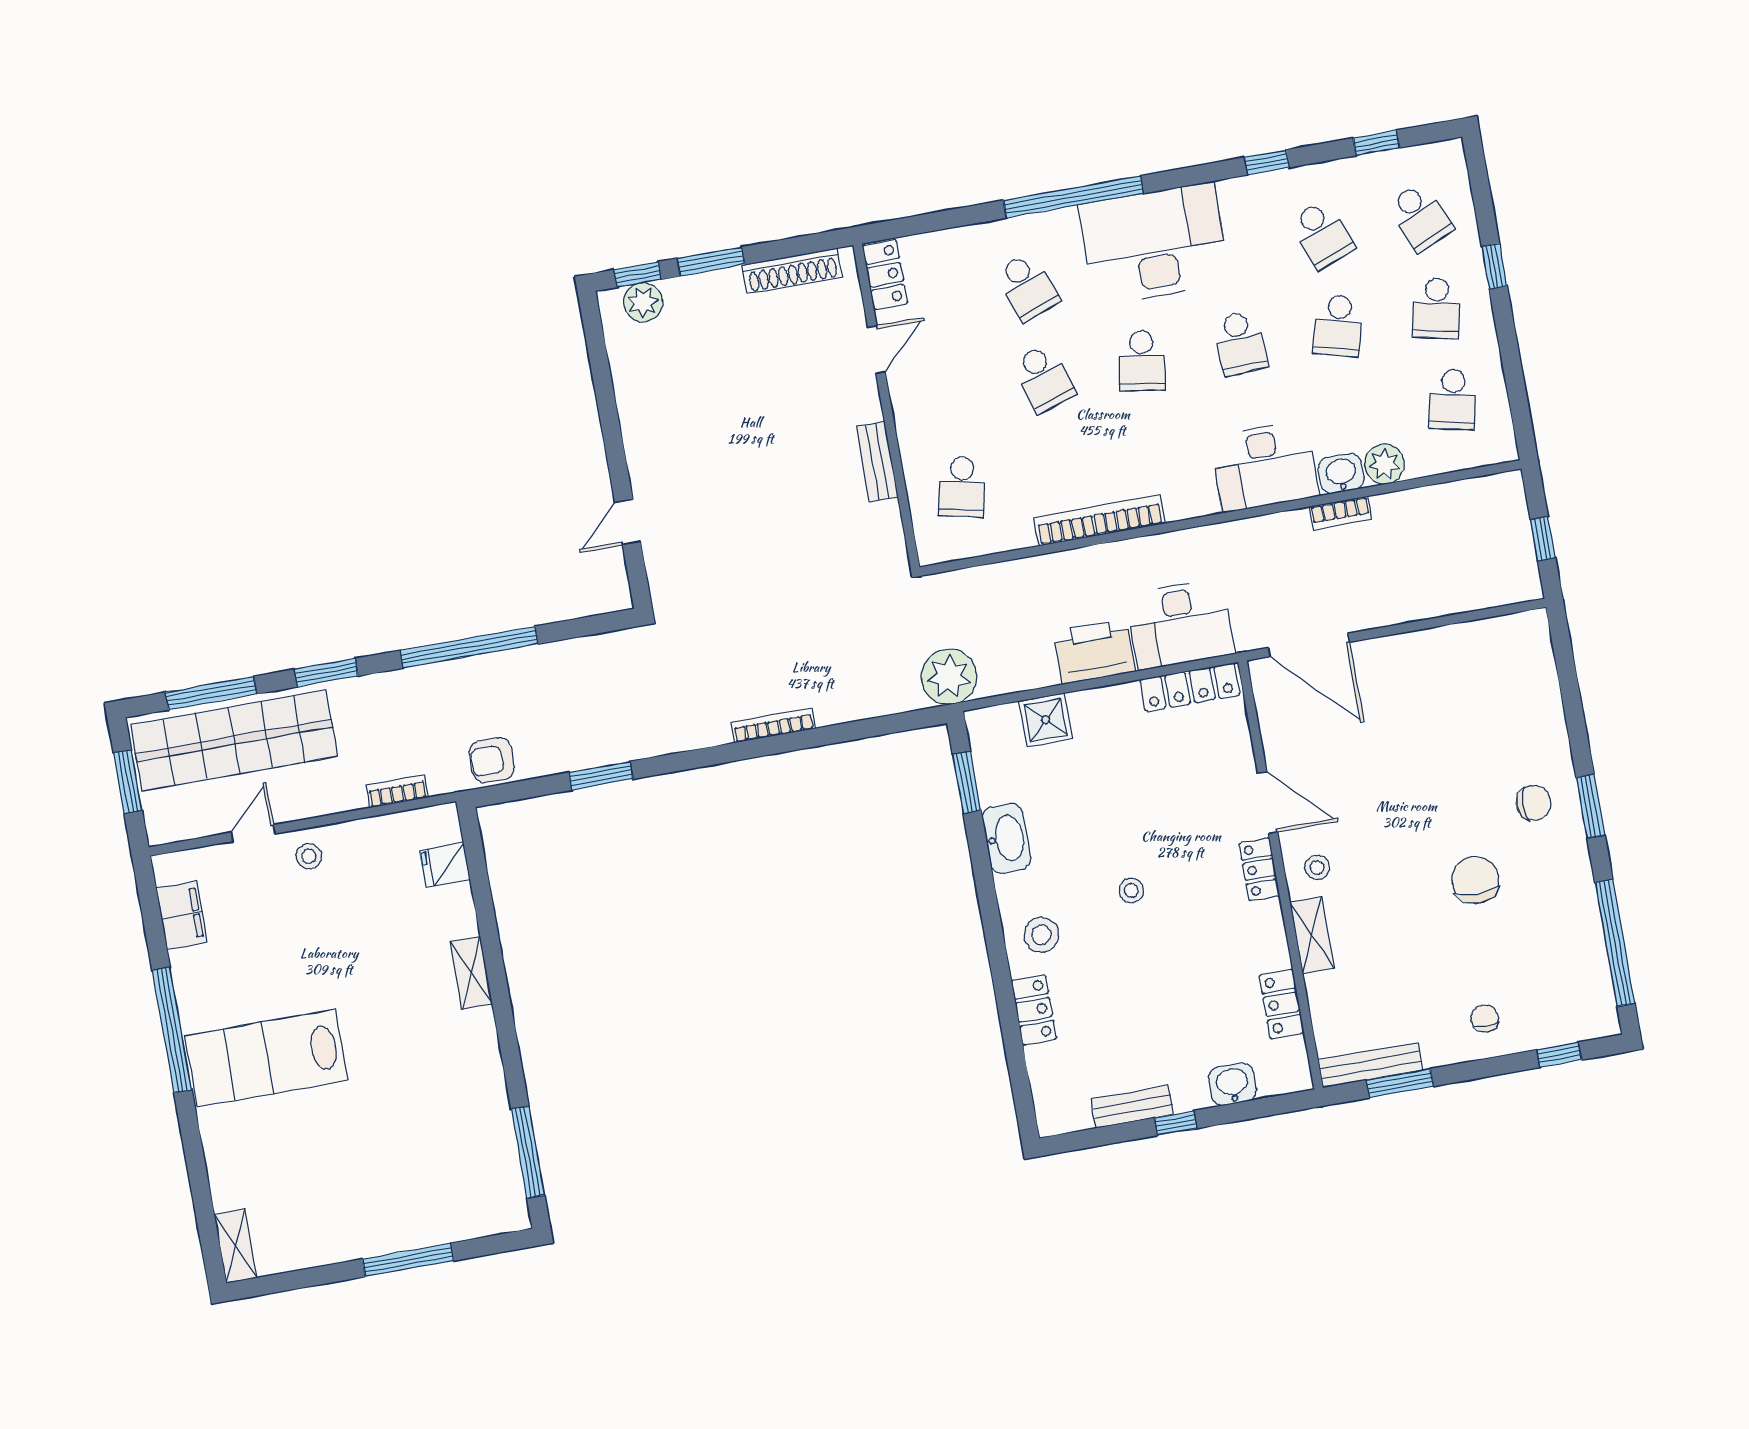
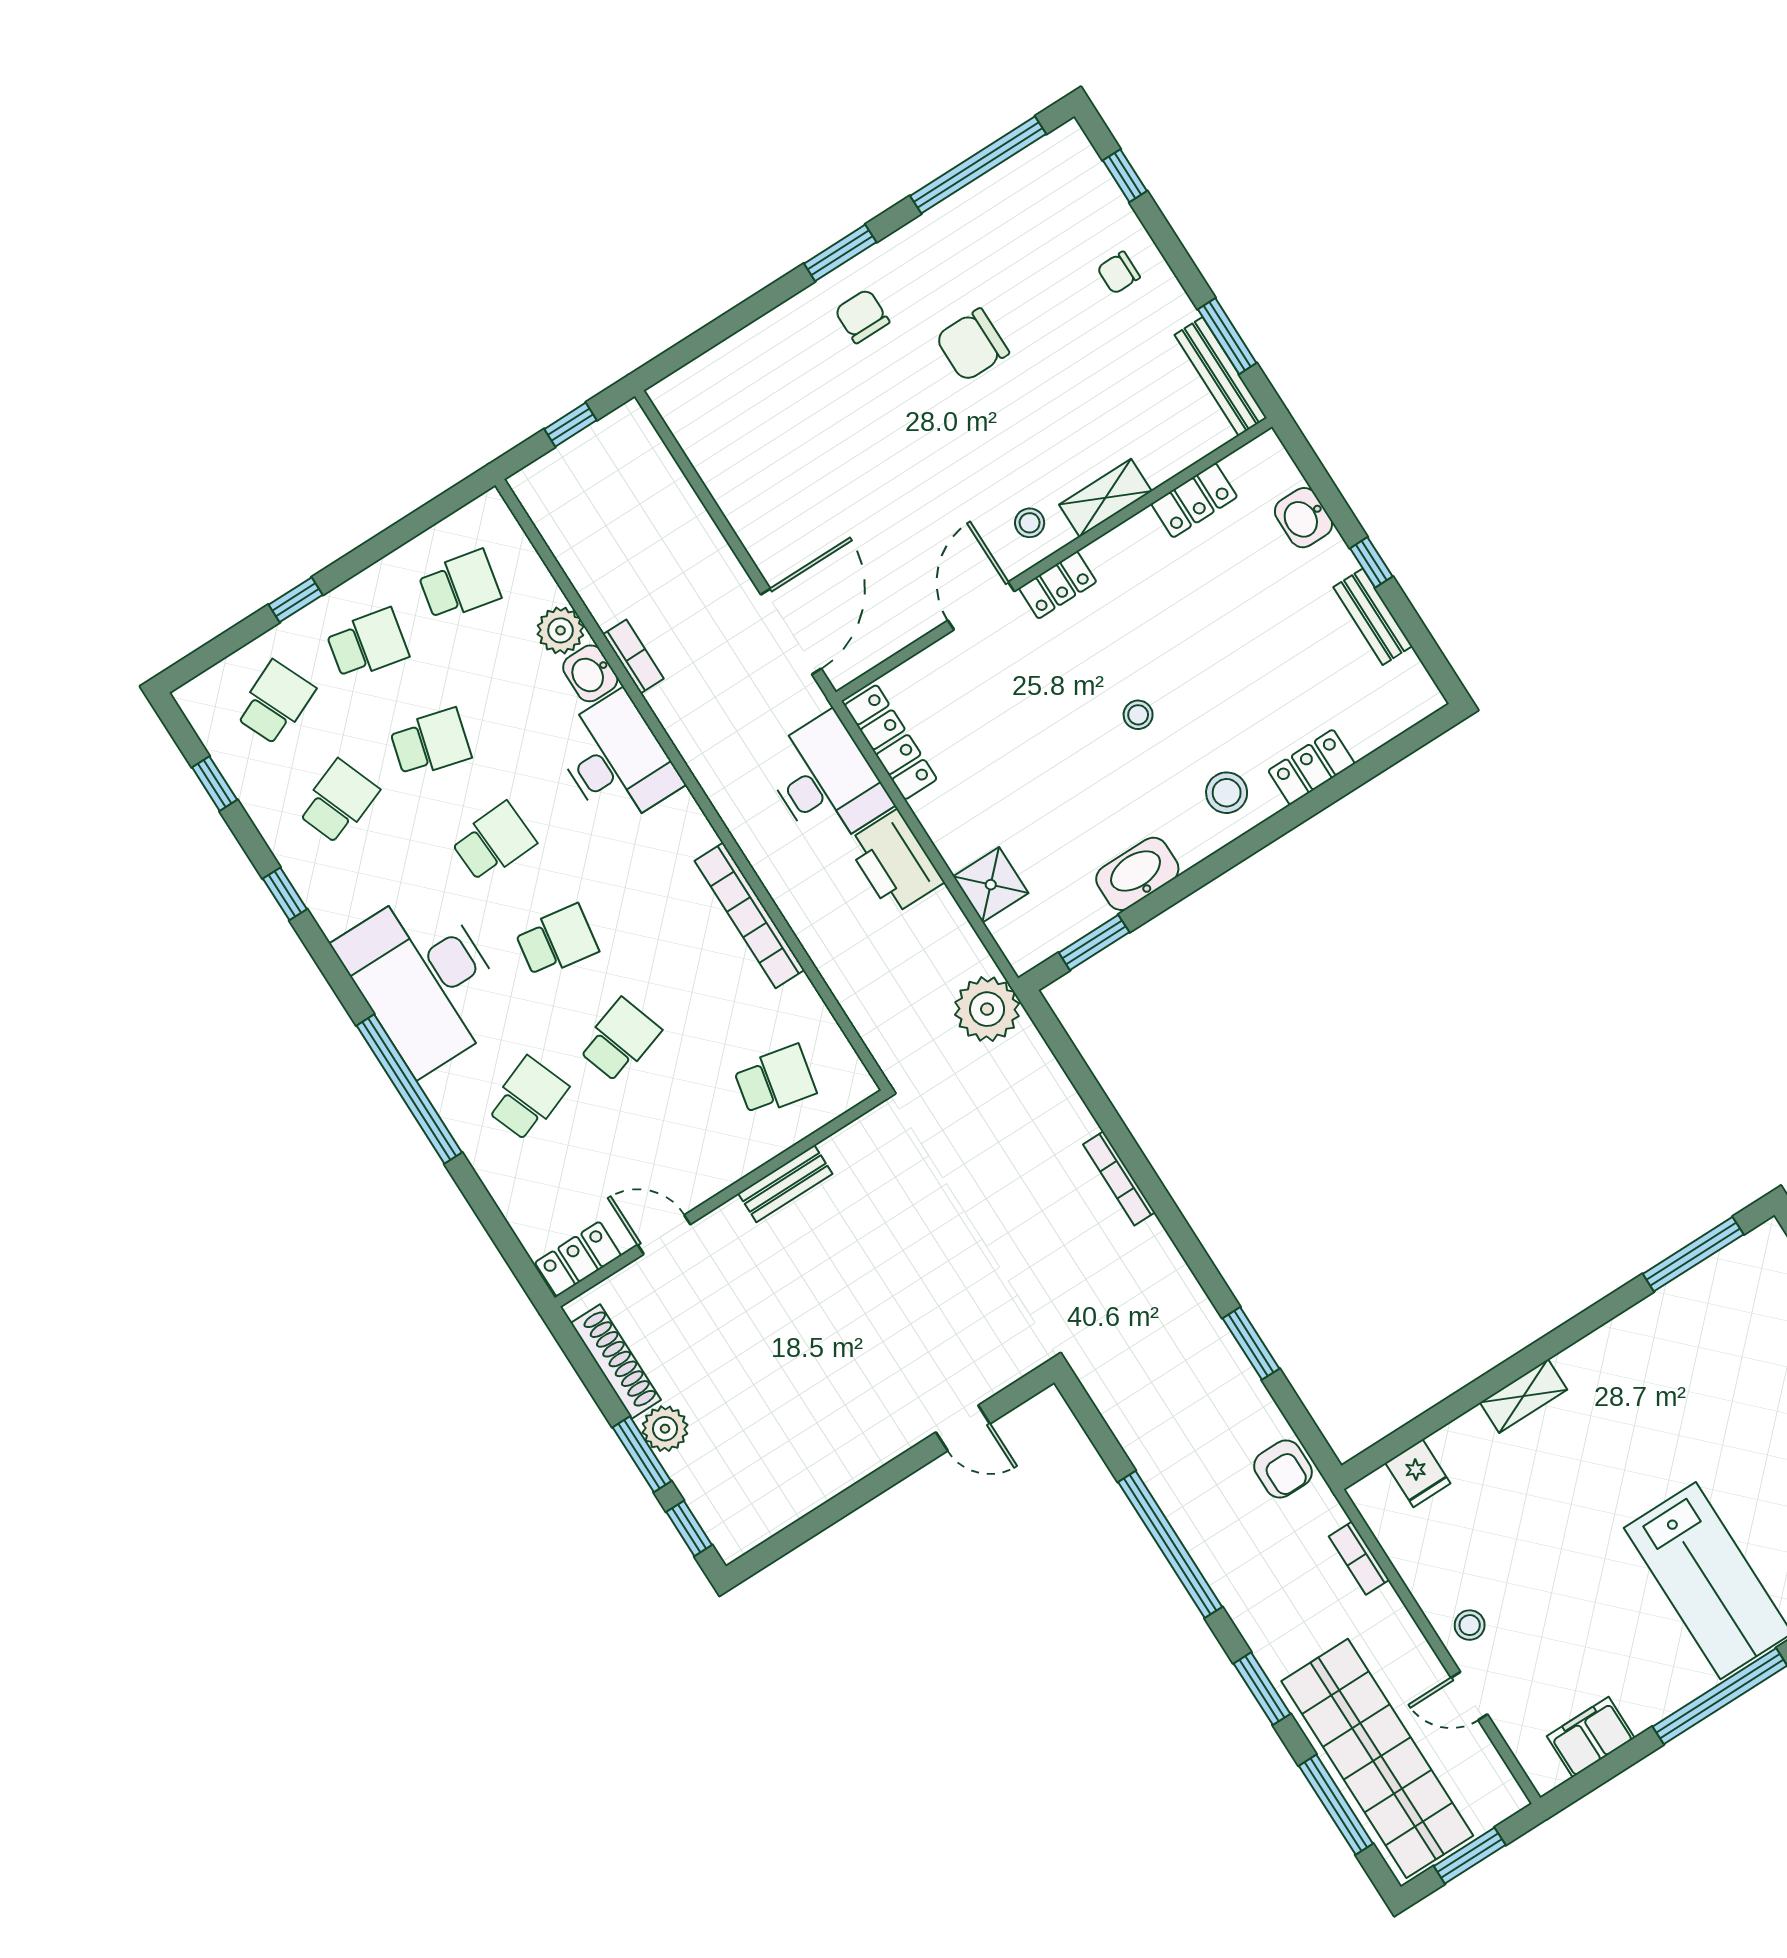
plant: (643, 302) -> (665, 1429), moved

